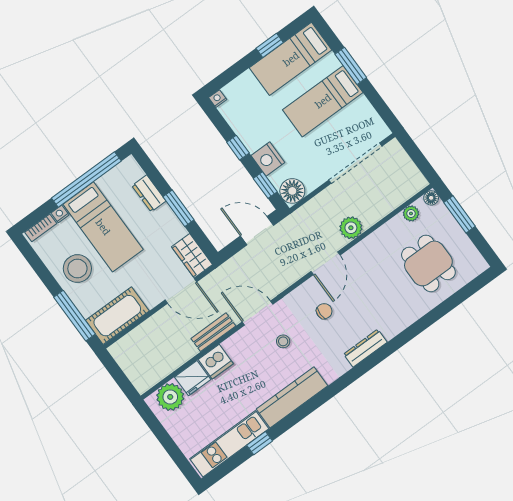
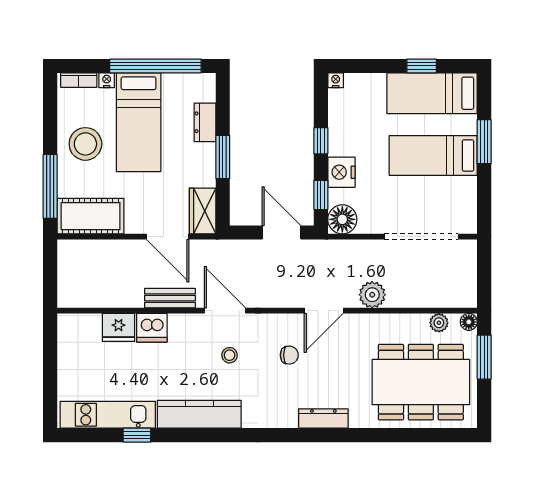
dining table: (428, 263) -> (421, 382), width x1.88, depth x1.24
dresser: (365, 348) -> (323, 419), moved
plant: (170, 397) -> (84, 330), removed

